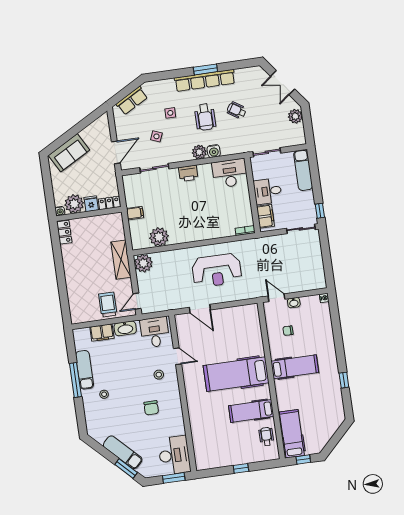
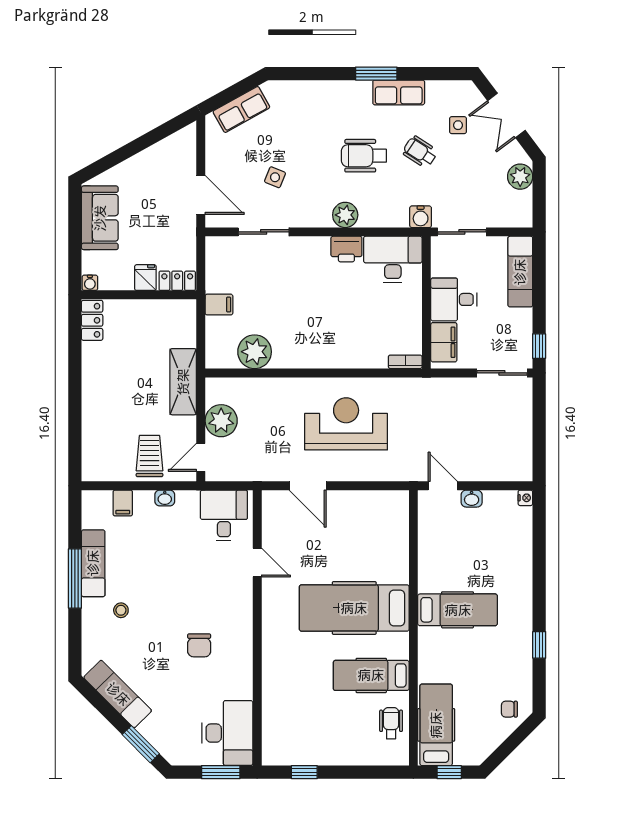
row of seats: (205, 80) -> (399, 92), width x0.50
side table: (170, 113) -> (458, 125), moved
wheelchair: (205, 117) -> (364, 156), turned 90
water cooler: (214, 151) -> (421, 217), moved
door: (116, 152) -> (201, 195), hinge flipped
sofa: (69, 153) -> (100, 218), moved, turned -61
printer: (188, 173) -> (346, 249), moved
plant: (74, 204) -> (116, 274), removed
plant: (143, 263) -> (221, 421), moved
reception desk: (217, 270) -> (346, 424), turned 180
washbasin: (125, 328) -> (165, 498), width x0.52, depth x0.69
chair: (288, 331) -> (509, 709), moved
filing cabinet: (102, 333) -> (123, 503), width x0.50
stool: (159, 375) -> (220, 590), removed
exam couch: (123, 452) -> (118, 694), moved
window: (241, 468) -> (304, 772), moved

